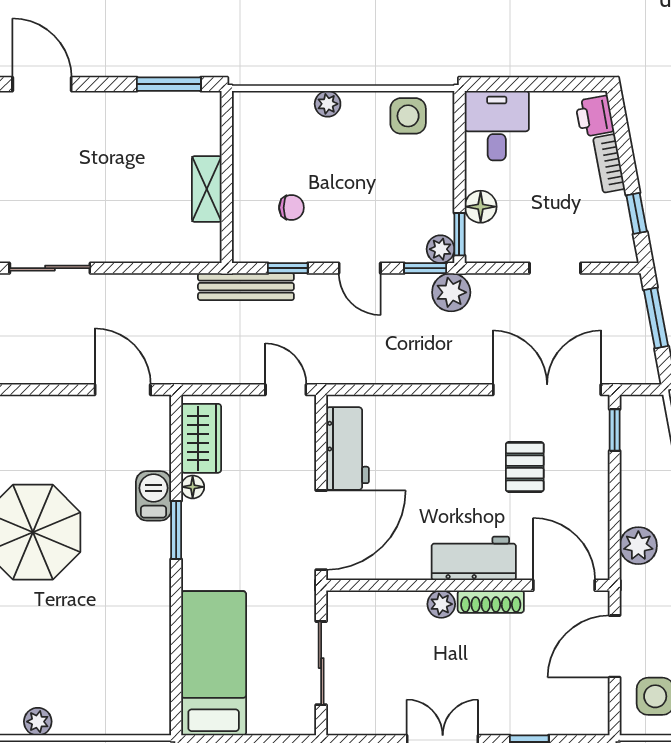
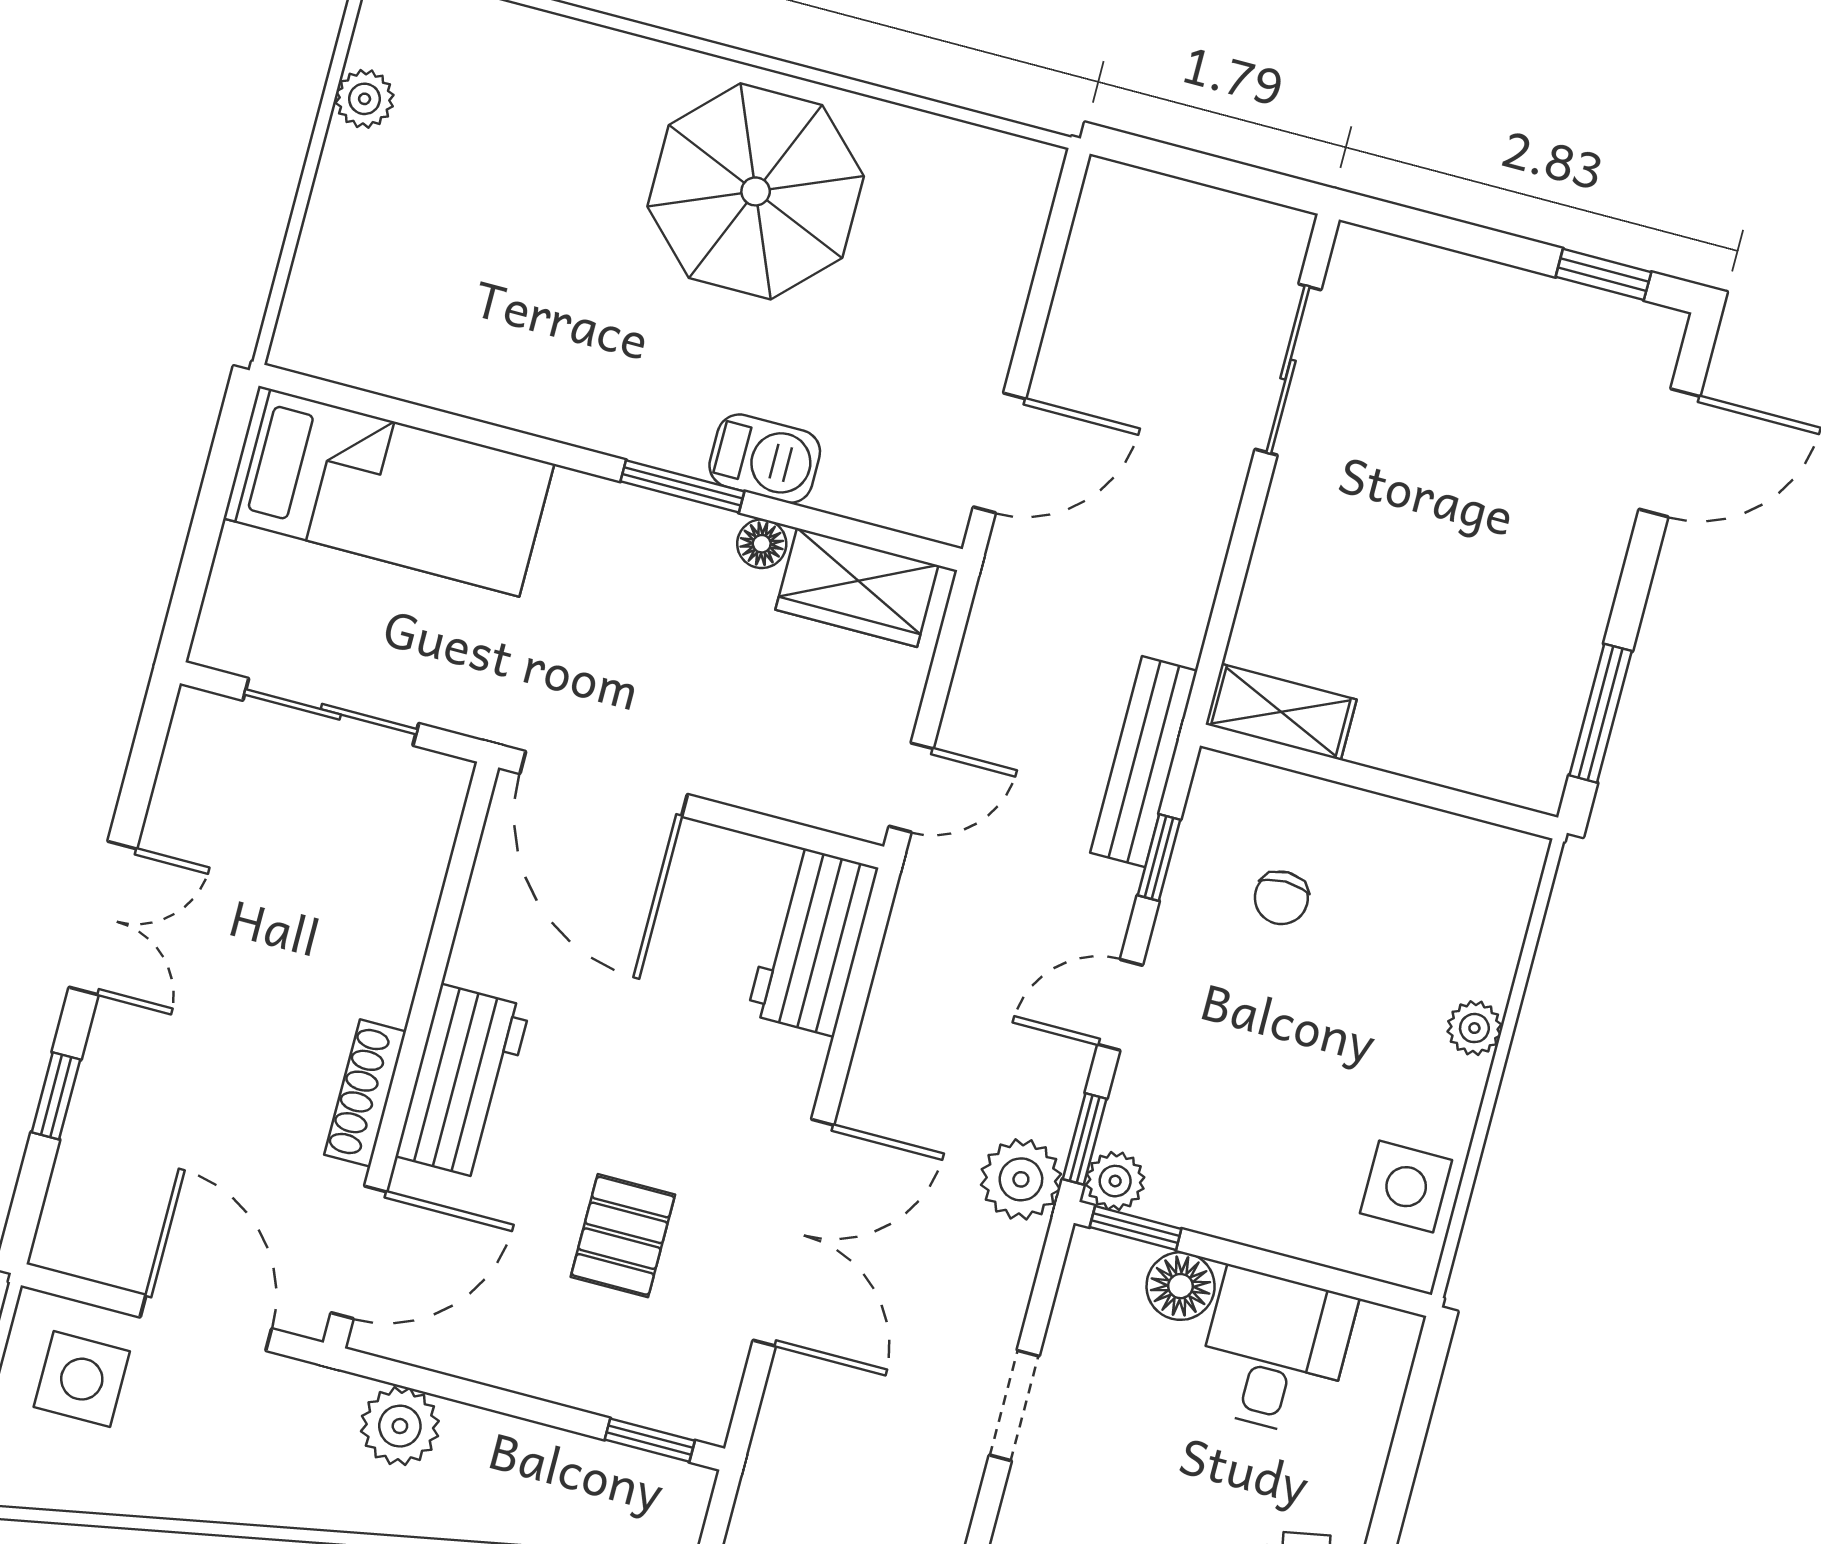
desk: (497, 126) -> (1275, 1352), moved, turned -90
shelving: (207, 189) -> (1281, 712), moved
double door: (547, 390) -> (793, 1233), moved
workbench: (348, 449) -> (813, 941), moved, turned 90
pallet: (525, 467) -> (623, 1236), turned 90
plant: (441, 604) -> (387, 990), removed

